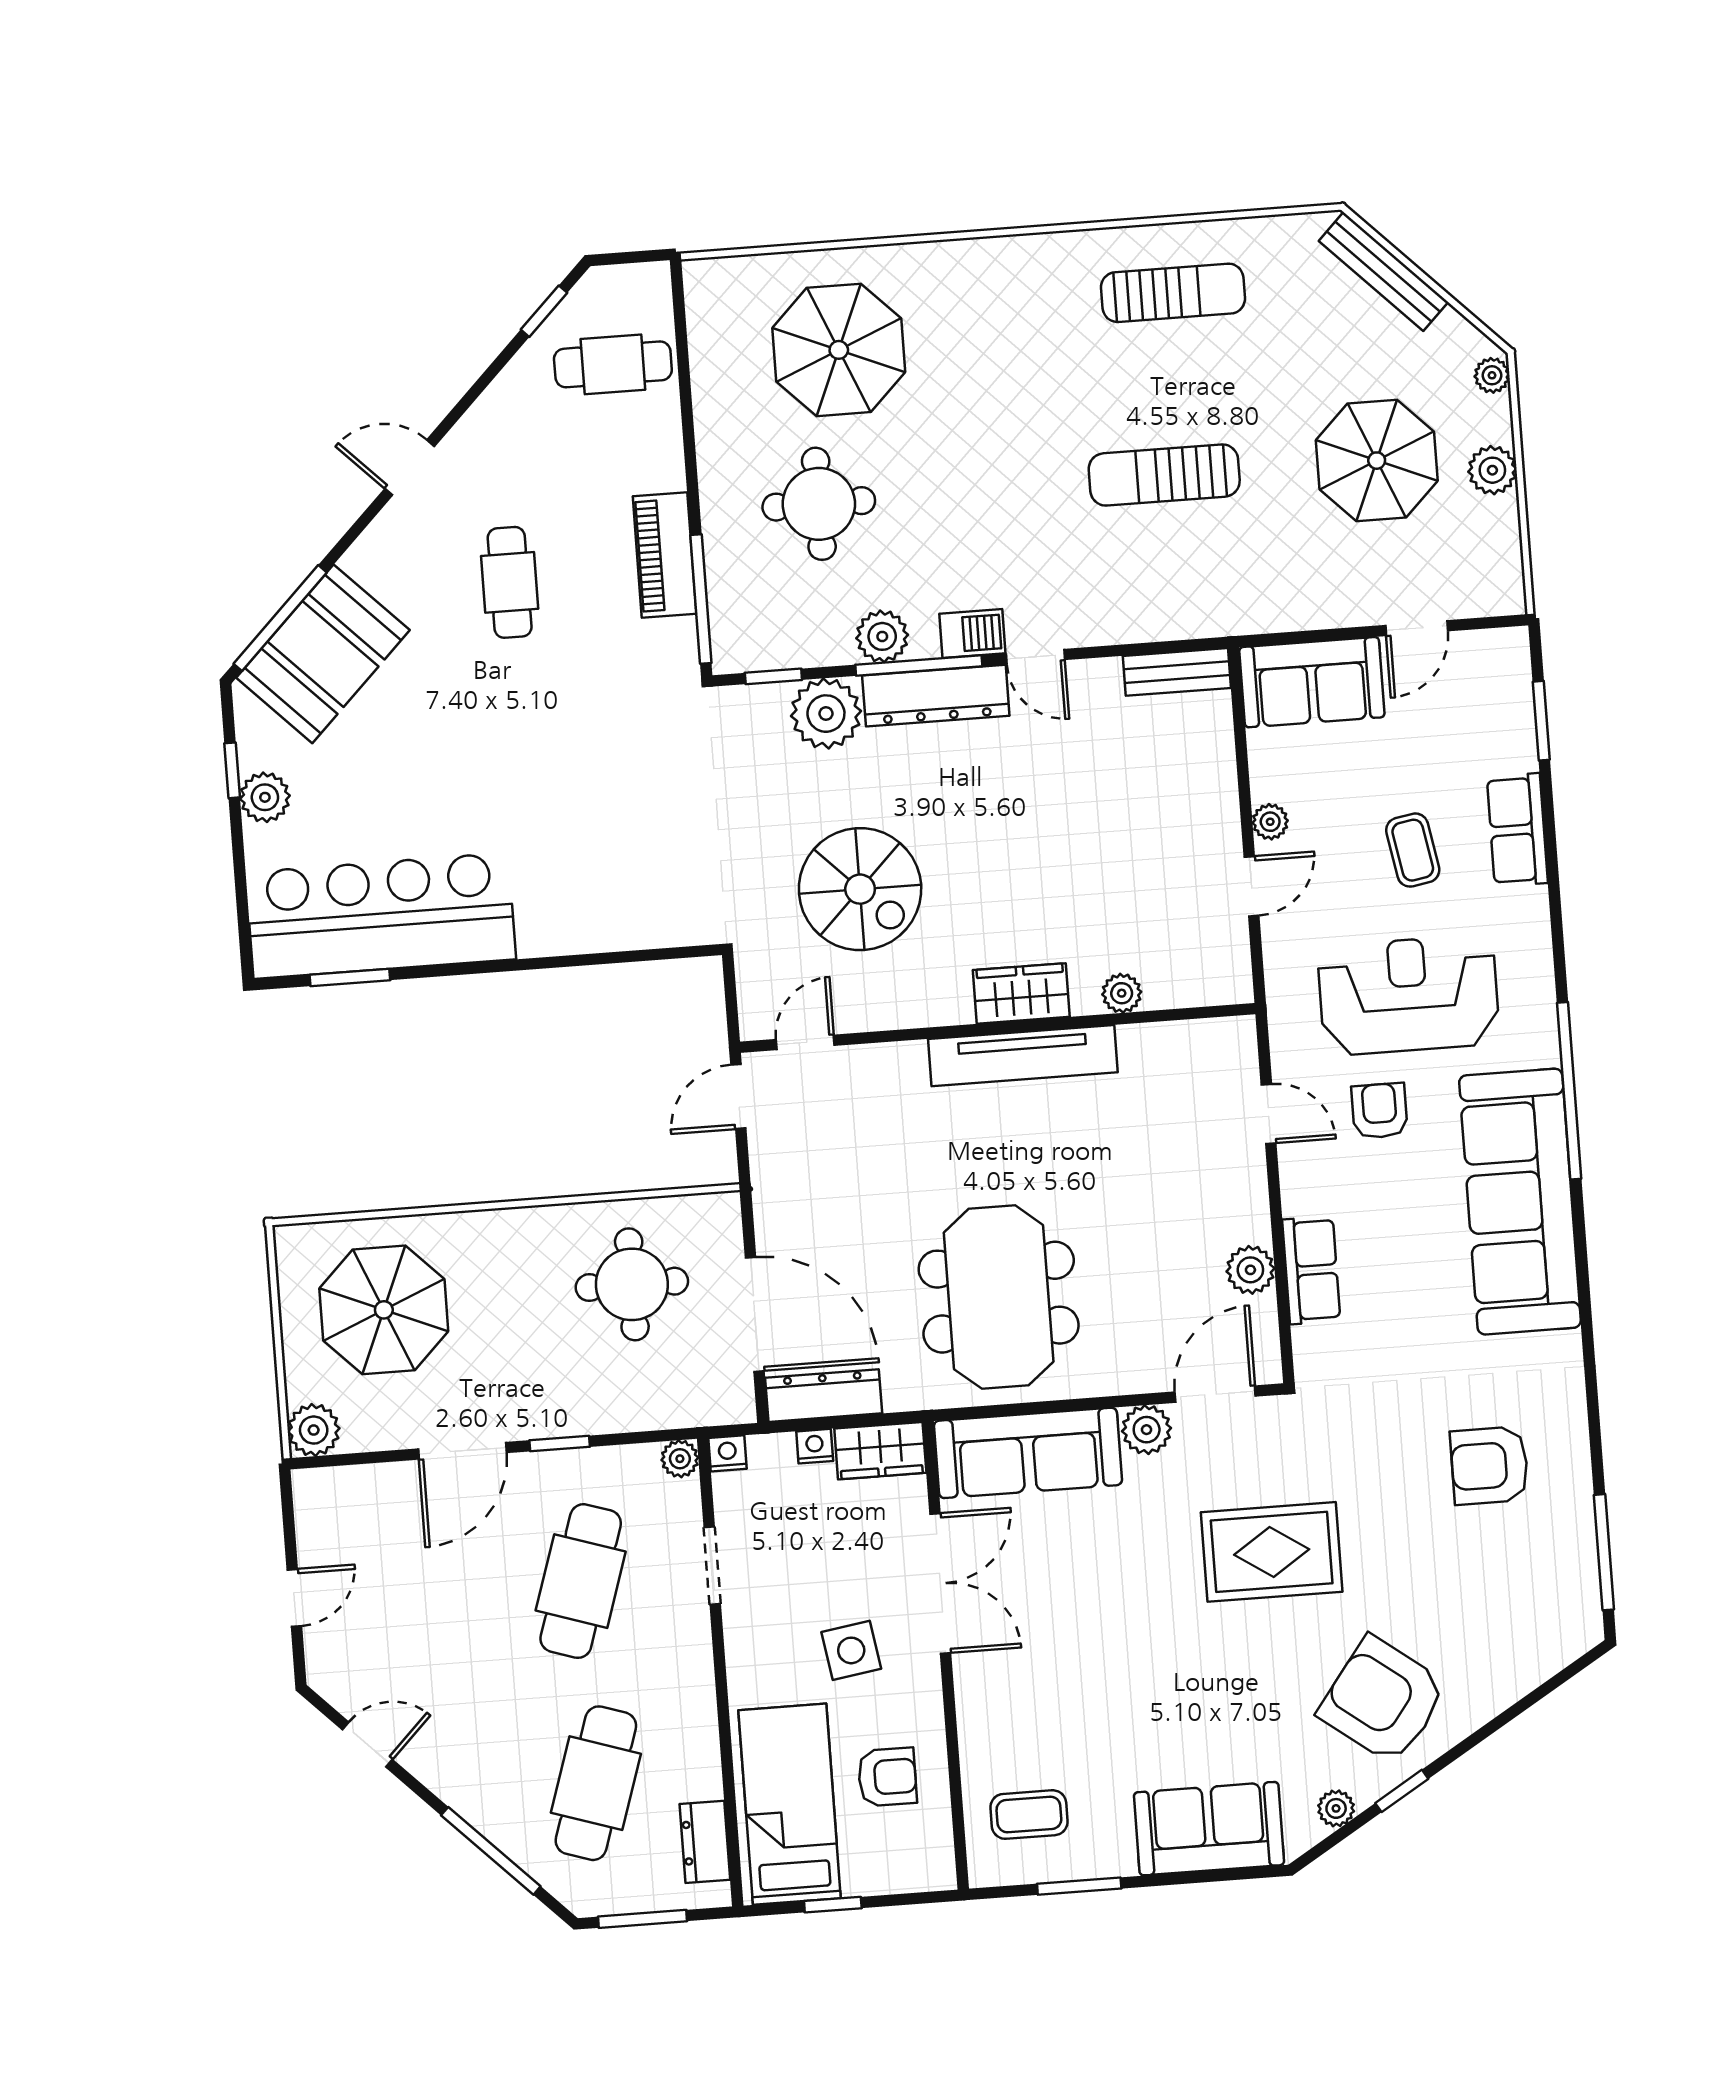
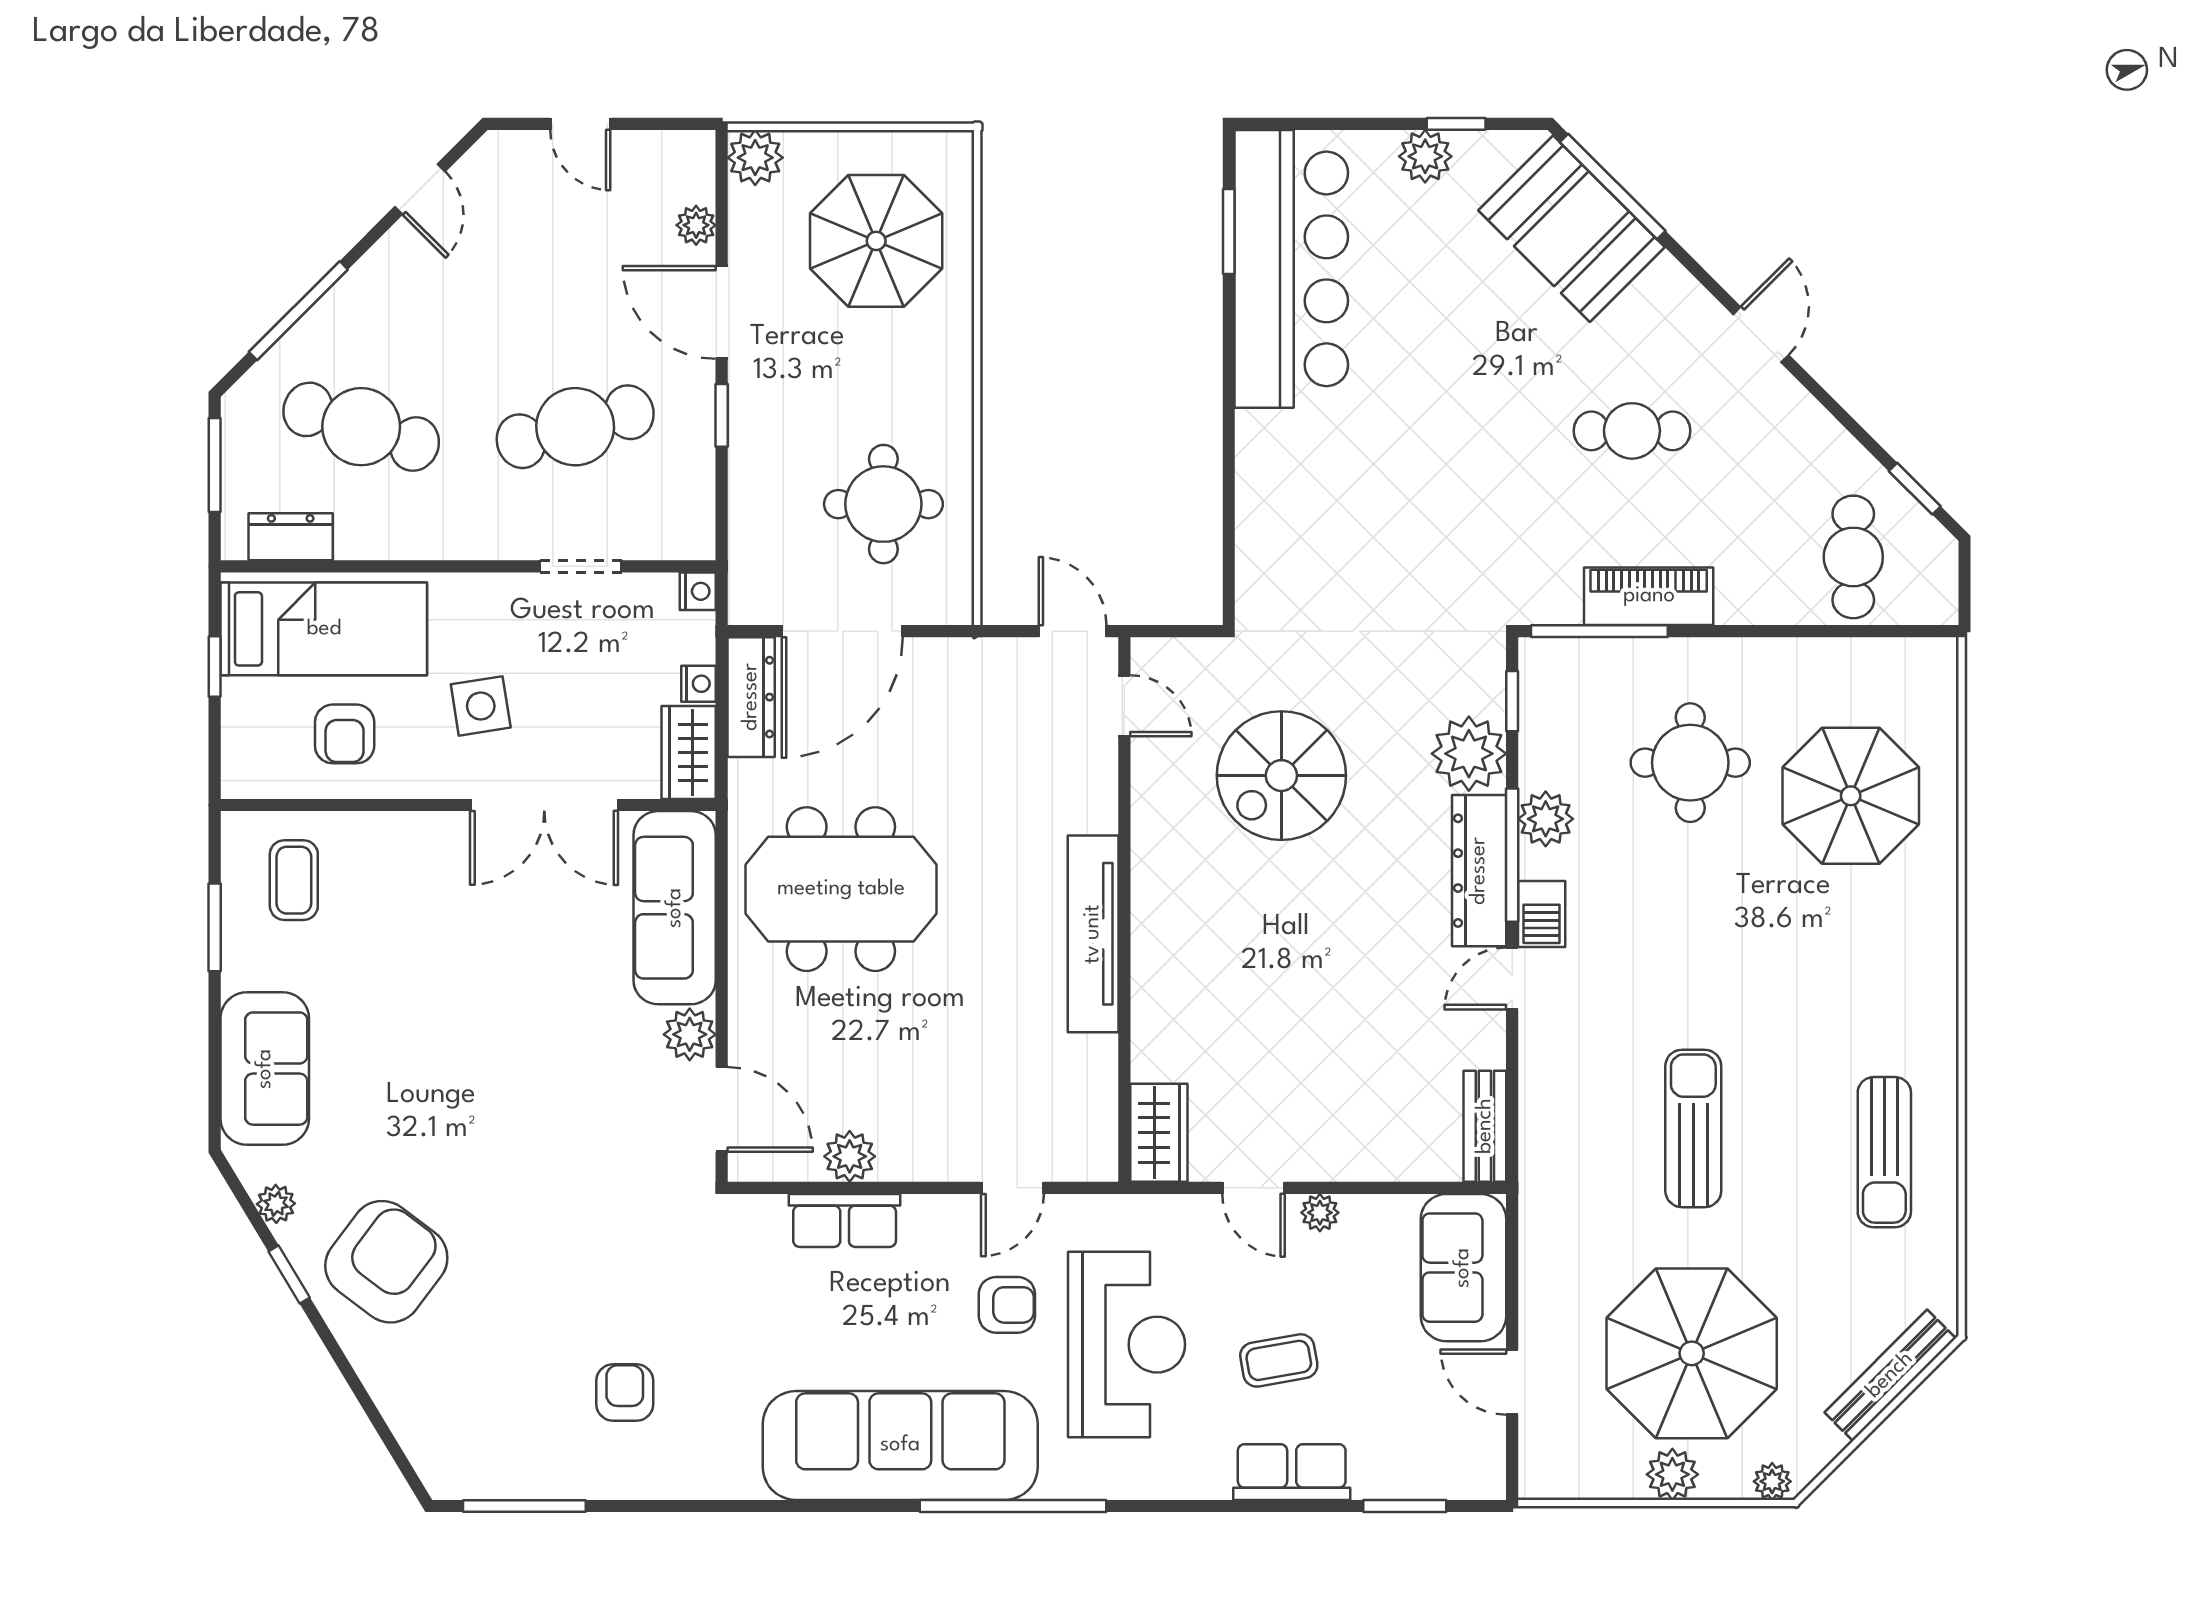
parasol: (1377, 461) -> (1692, 1353), width x1.36, depth x1.36
wardrobe: (1021, 993) -> (1159, 1133), moved
plant: (1122, 993) -> (1151, 1043), removed
plant: (680, 1459) -> (696, 225), moved
armchair: (1489, 1466) -> (625, 1392), width x0.72, depth x0.72
rug: (1272, 1552) -> (551, 1156), removed
cafe table: (581, 1581) -> (575, 427), turned -33

